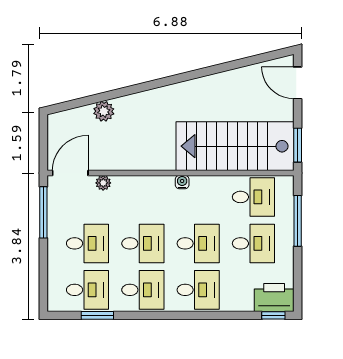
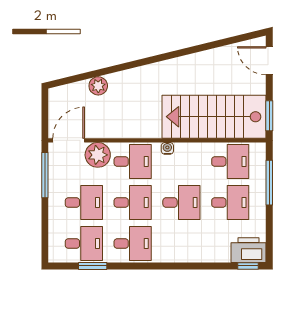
plant: (103, 183) -> (98, 155), width x1.88, depth x1.88
desk: (198, 290) -> (133, 161), moved

